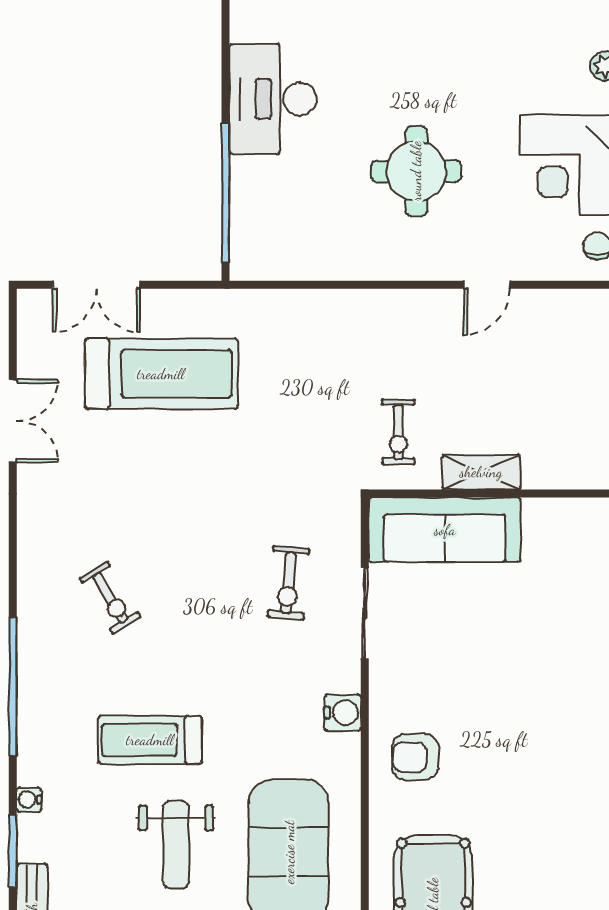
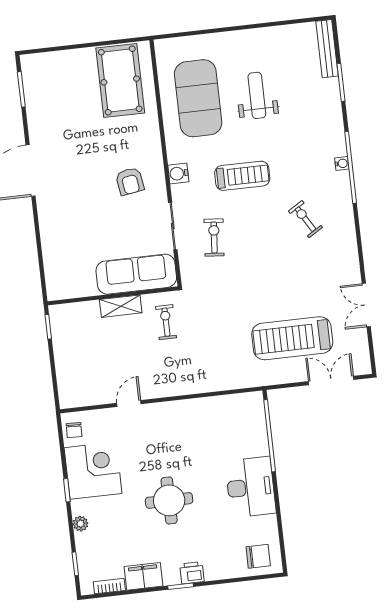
round table: (416, 171) -> (169, 500), moved
treadmill: (150, 740) -> (242, 176), moved
armchair: (415, 757) -> (130, 181), moved, turned 81
water cooler: (29, 800) -> (342, 163), moved

